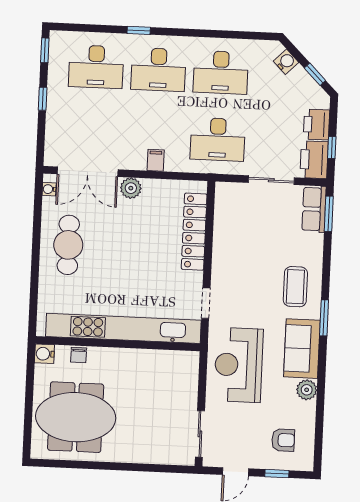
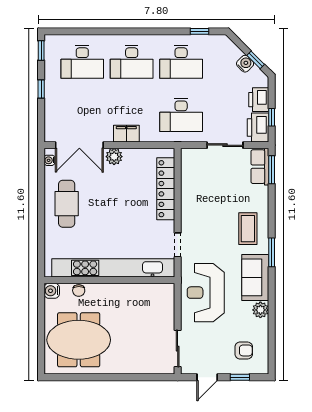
window: (139, 30) -> (199, 31), moved
water cooler: (286, 62) -> (245, 64), moved
filing cabinet: (156, 160) -> (126, 134), width x2.00

